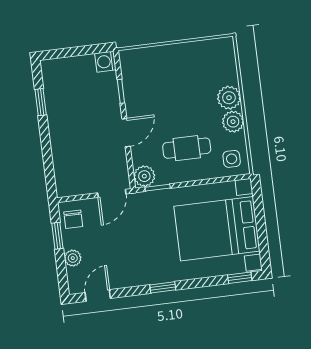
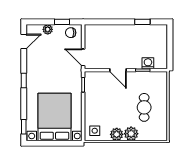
washing machine: (105, 62) -> (148, 63), moved
cafe table: (187, 148) -> (144, 107), moved
plant: (144, 176) -> (91, 78), removed
door: (98, 295) -> (24, 41), hinge flipped

